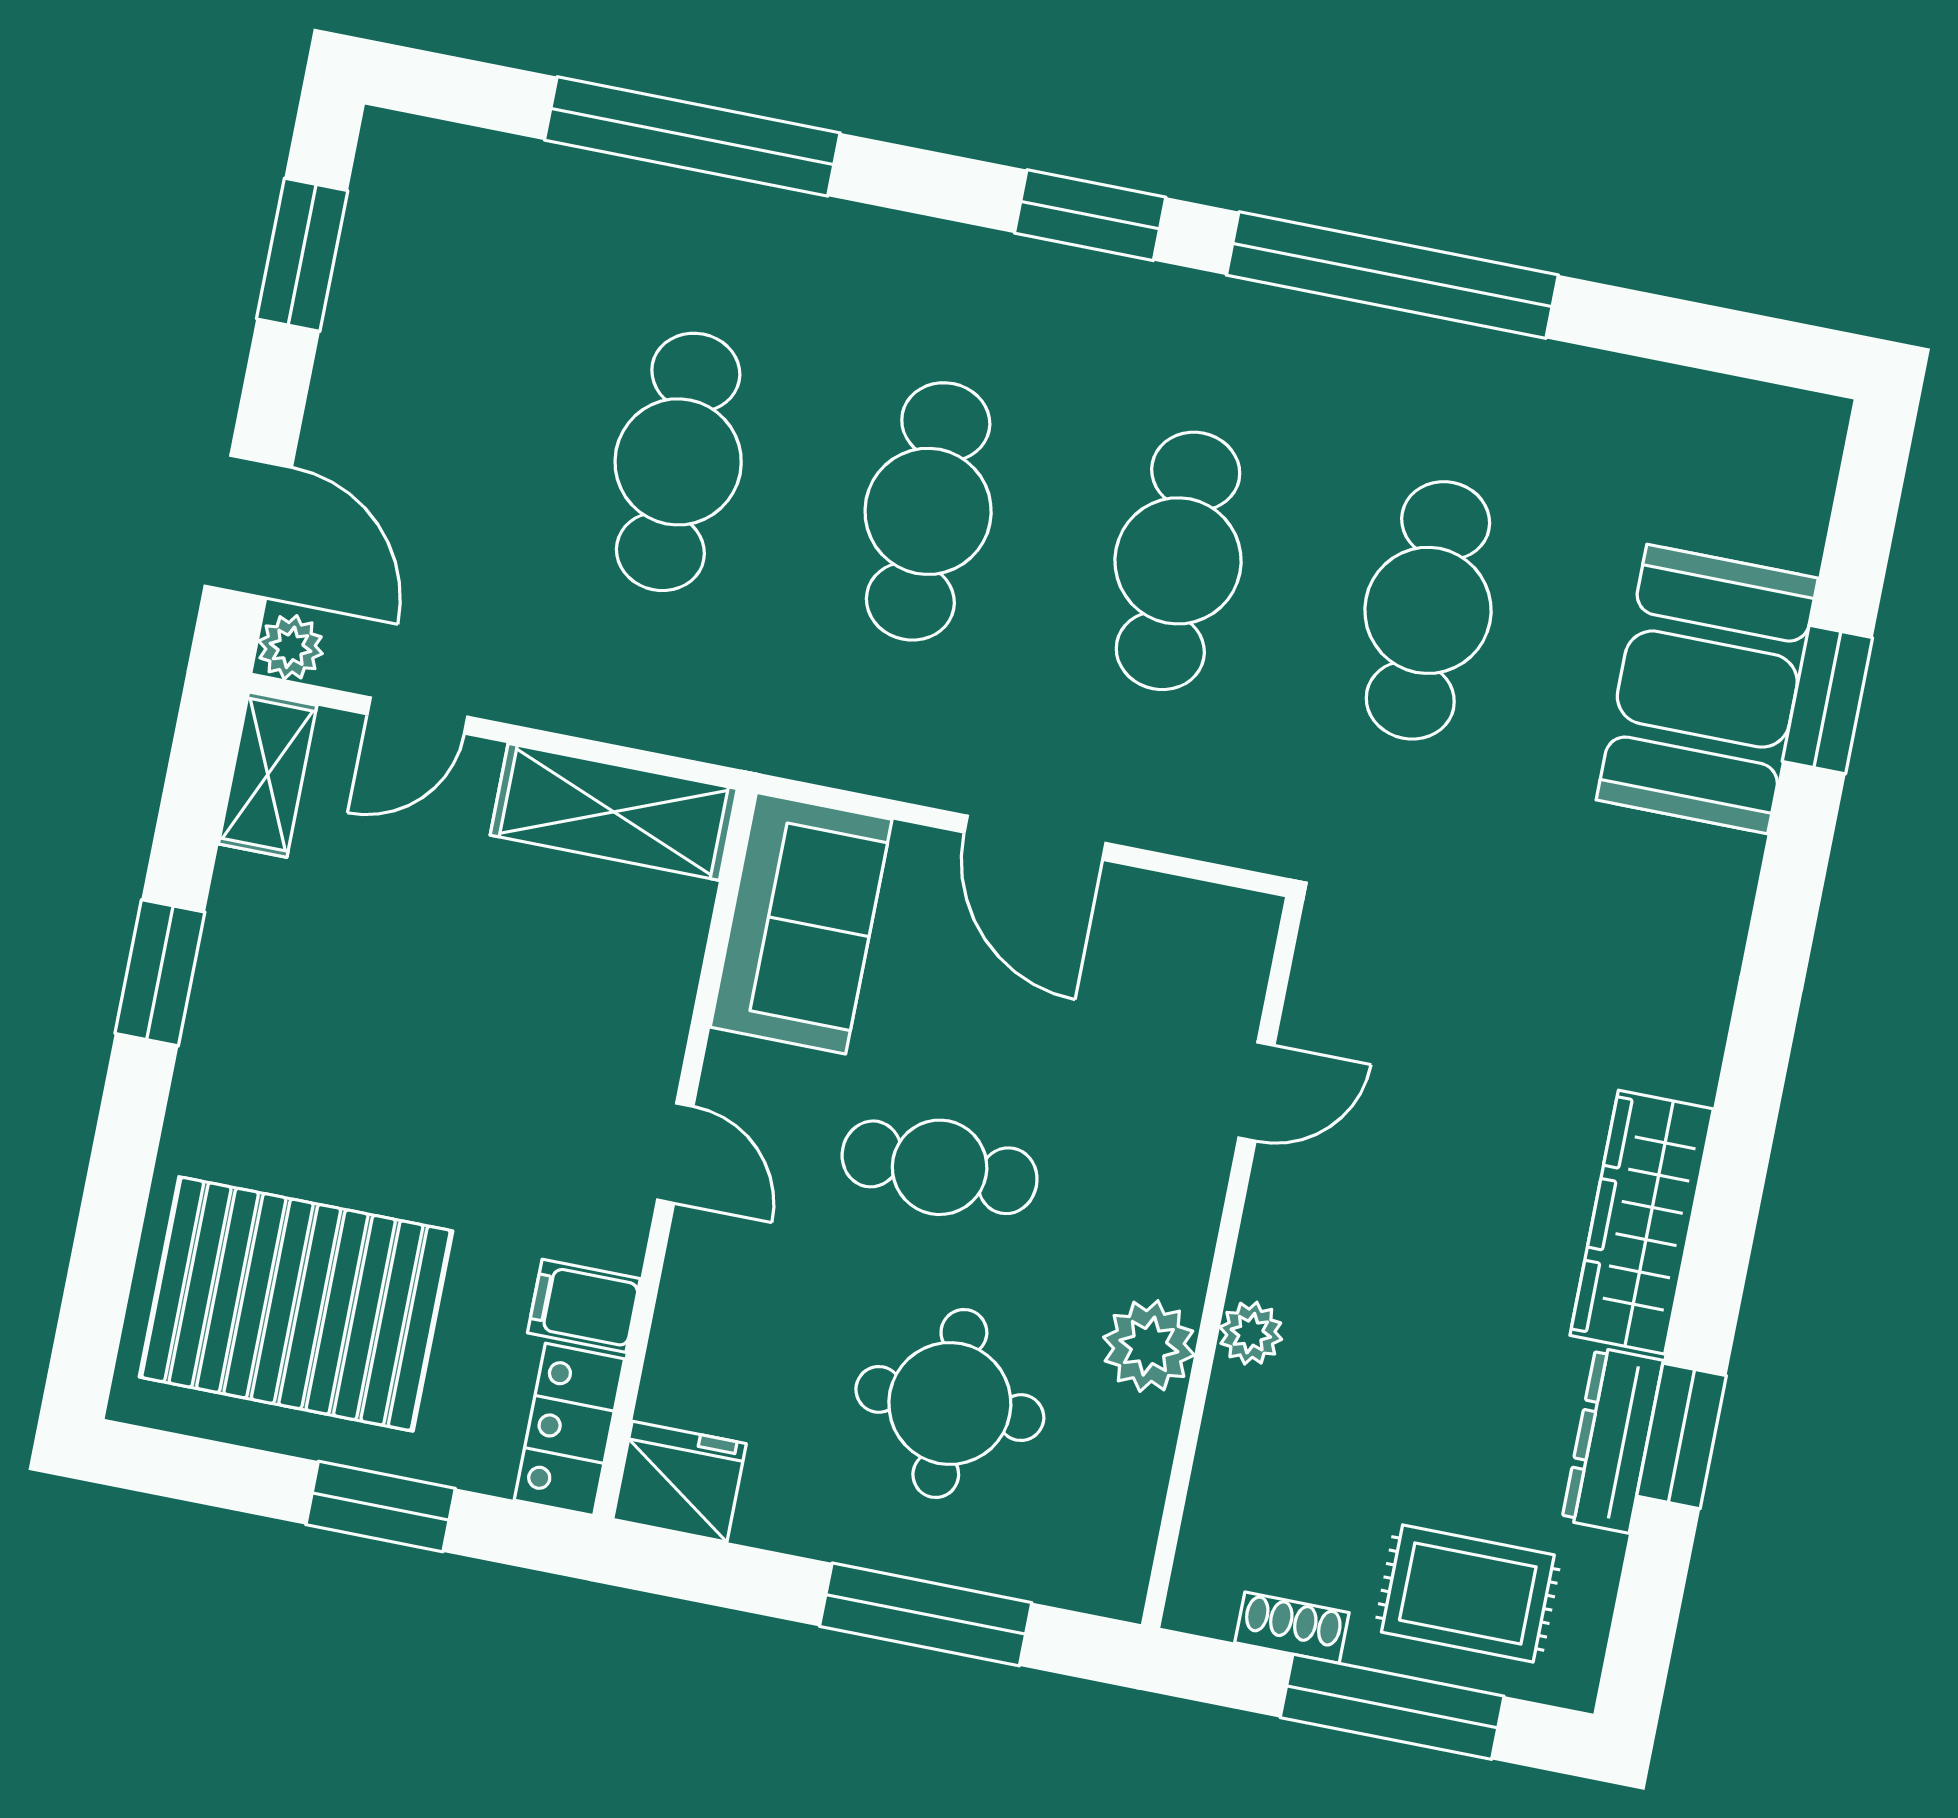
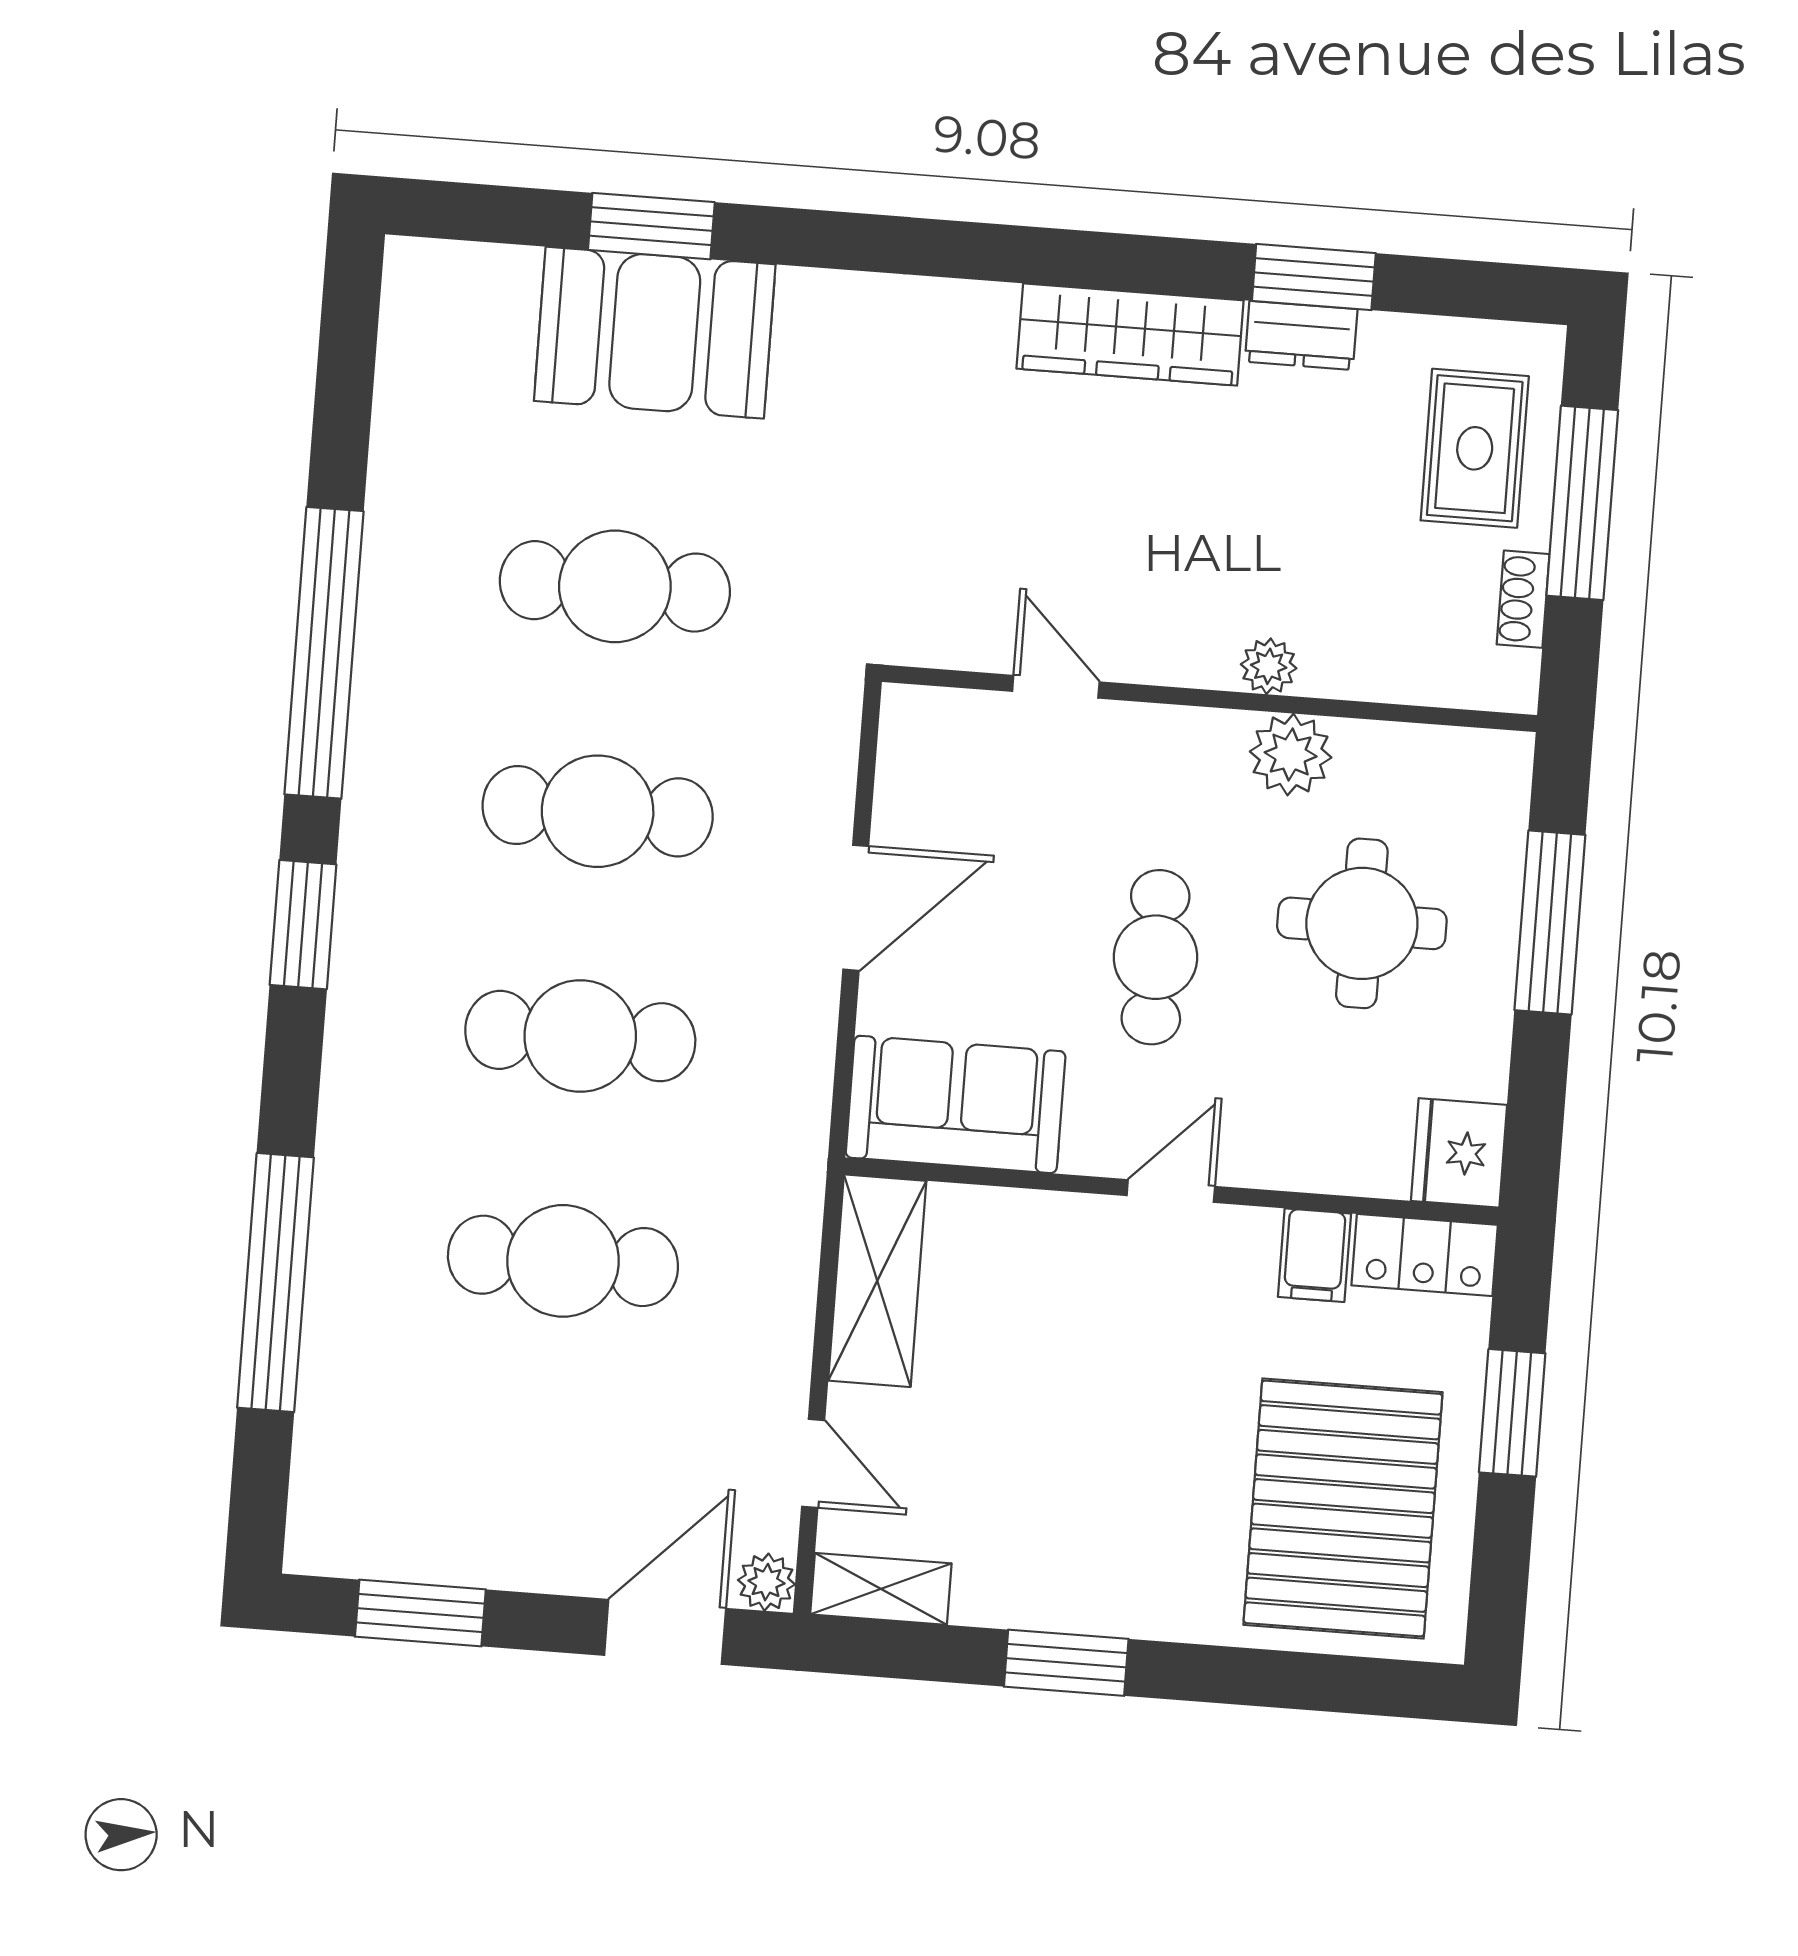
dresser: (1613, 1440) -> (1301, 335), width x0.70

